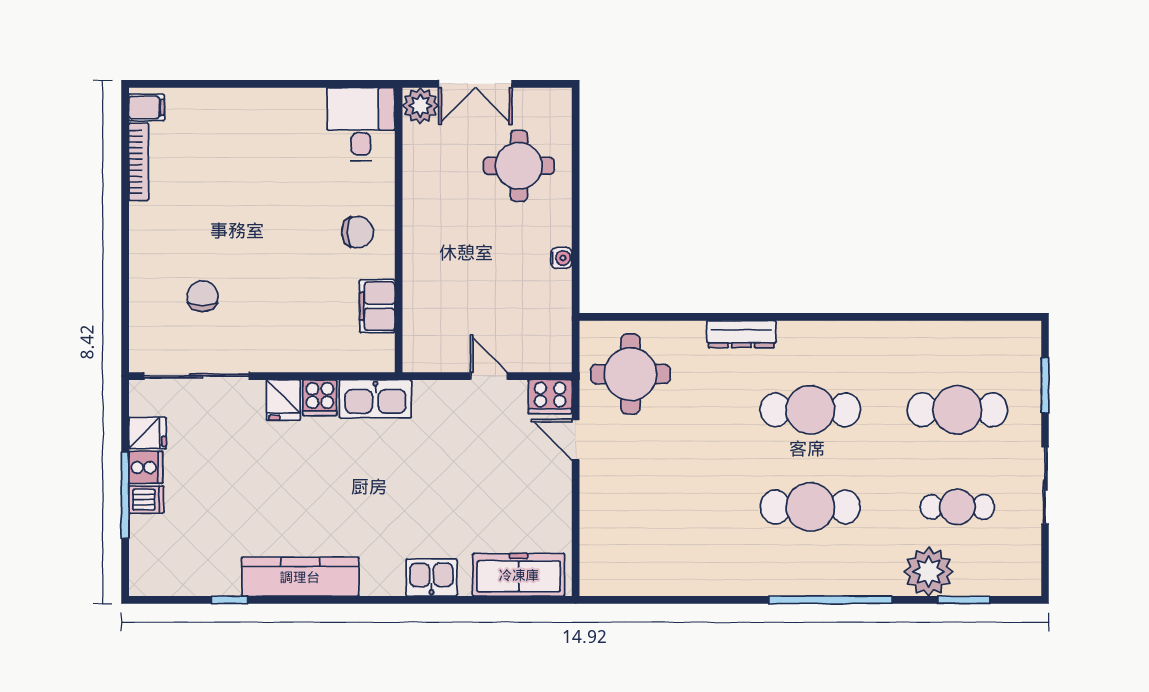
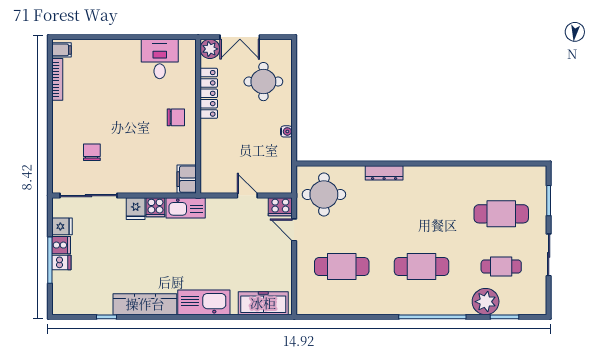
desk: (361, 124) -> (160, 59), moved
locker: (418, 188) -> (209, 93), added
filing cabinet: (377, 306) -> (187, 179), moved
cafe table: (810, 410) -> (342, 267), moved
kitchen sink: (432, 578) -> (204, 302), width x1.88, depth x1.24

